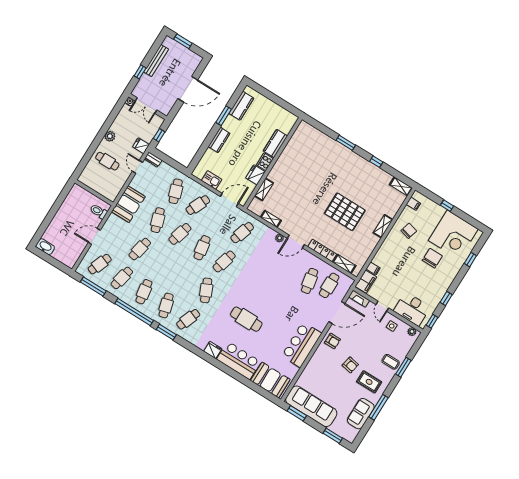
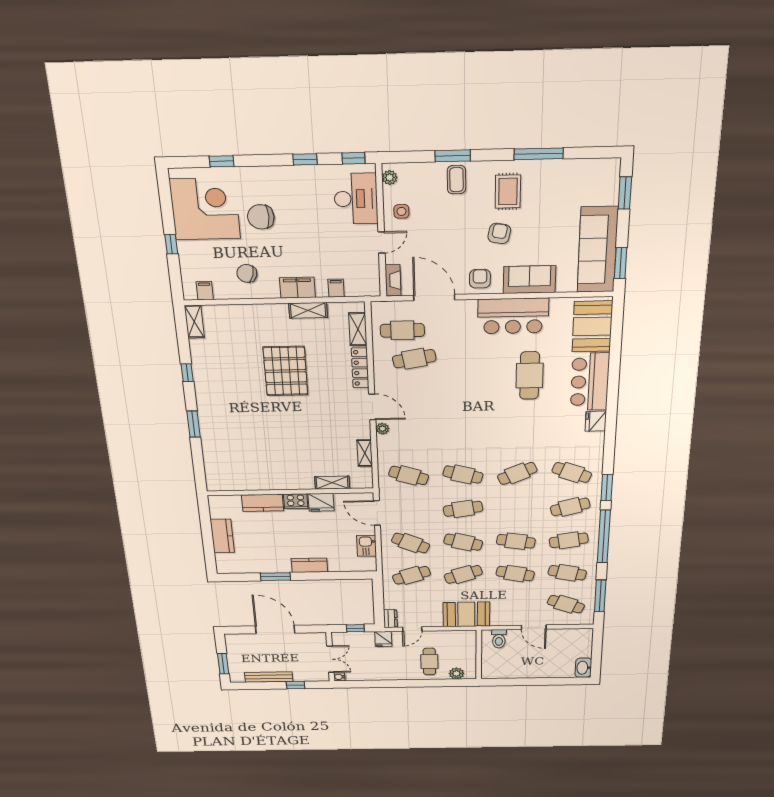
kitchen counter: (241, 106) -> (222, 536), moved, turned 90
plant: (110, 136) -> (456, 673), moved
shelving: (383, 226) -> (308, 310), moved
cafe table: (162, 263) -> (516, 541), added
filing cabinet: (366, 282) -> (297, 288), moved
cafe table: (246, 319) -> (530, 376), moved
sofa: (361, 414) -> (530, 280), moved, turned 180

